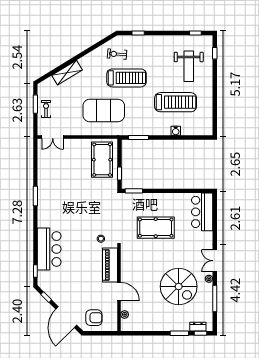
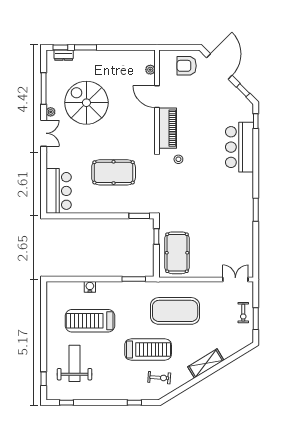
shelving: (67, 73) -> (206, 363), moved
treadmill: (127, 78) -> (148, 349), turned 180

